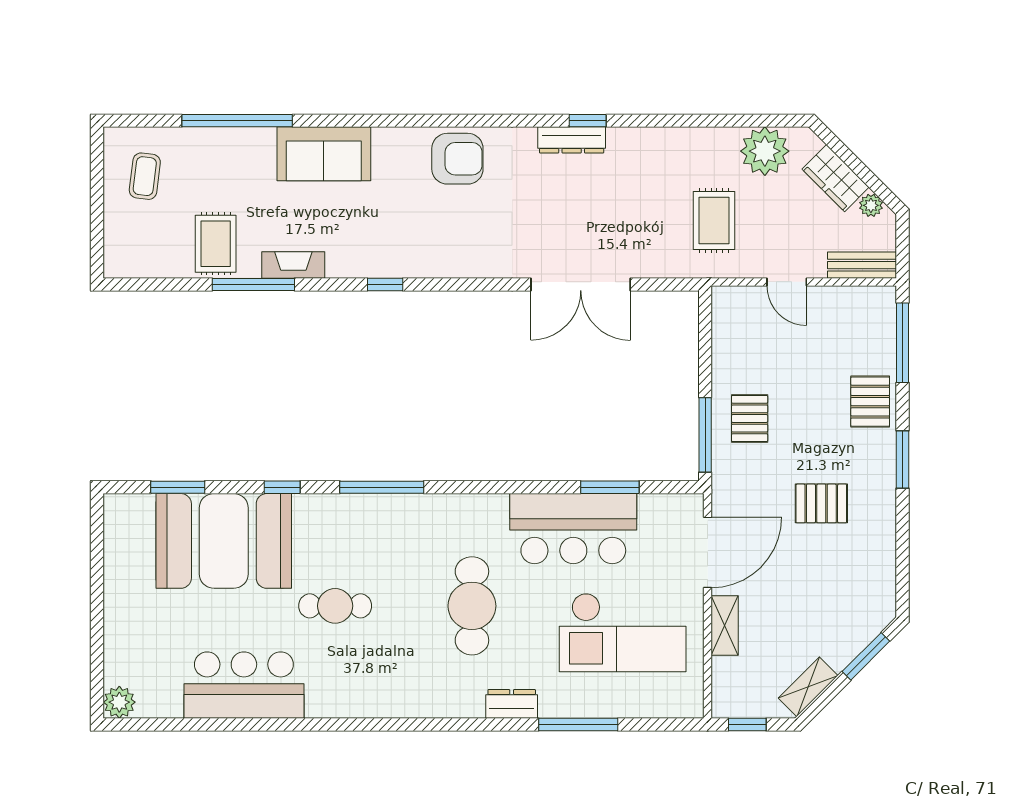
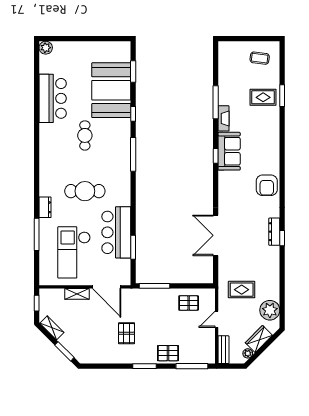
window: (237, 121) -> (282, 96), width x0.47
sofa: (324, 154) -> (229, 151), moved, turned 180
rug: (216, 244) -> (263, 97), moved
pallet: (750, 418) -> (189, 303), moved

